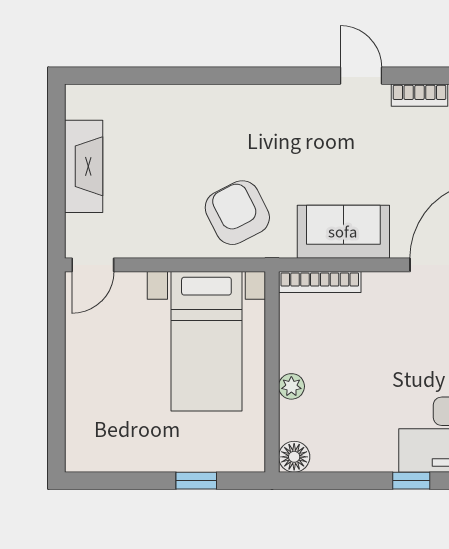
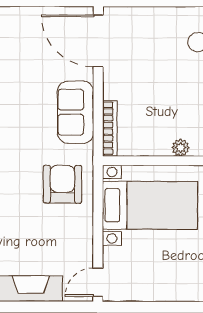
armchair: (237, 213) -> (62, 184), turned 117
door: (93, 265) -> (98, 282), swing flipped

